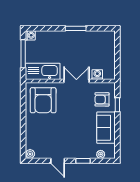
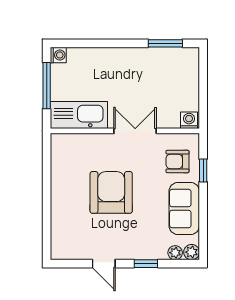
window: (76, 28) -> (165, 43), moved
washing machine: (97, 75) -> (189, 120), moved
armchair: (43, 100) -> (111, 192), moved, turned 180
plant: (30, 154) -> (192, 252), moved

